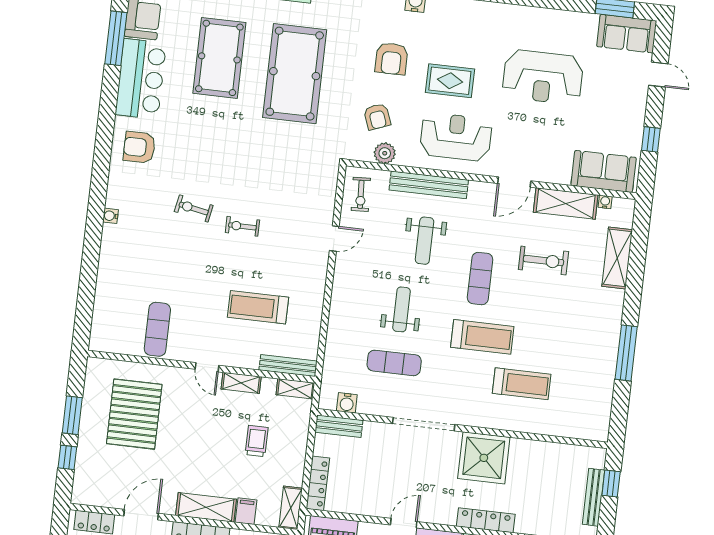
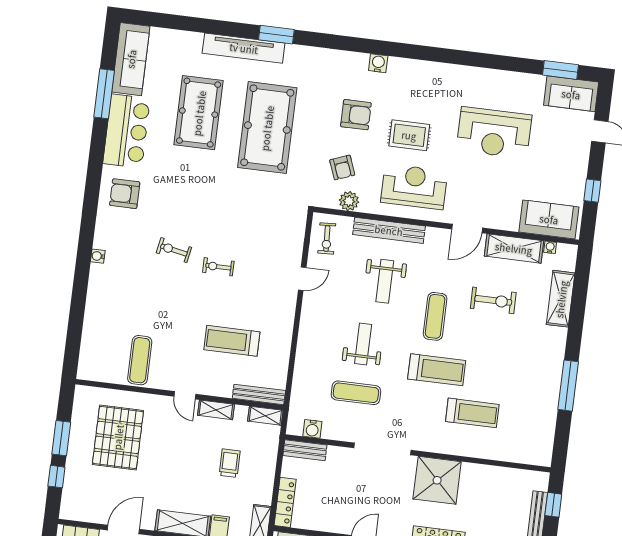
armchair: (392, 59) -> (356, 115), turned -90

